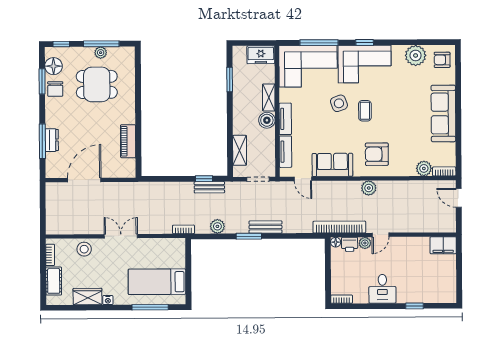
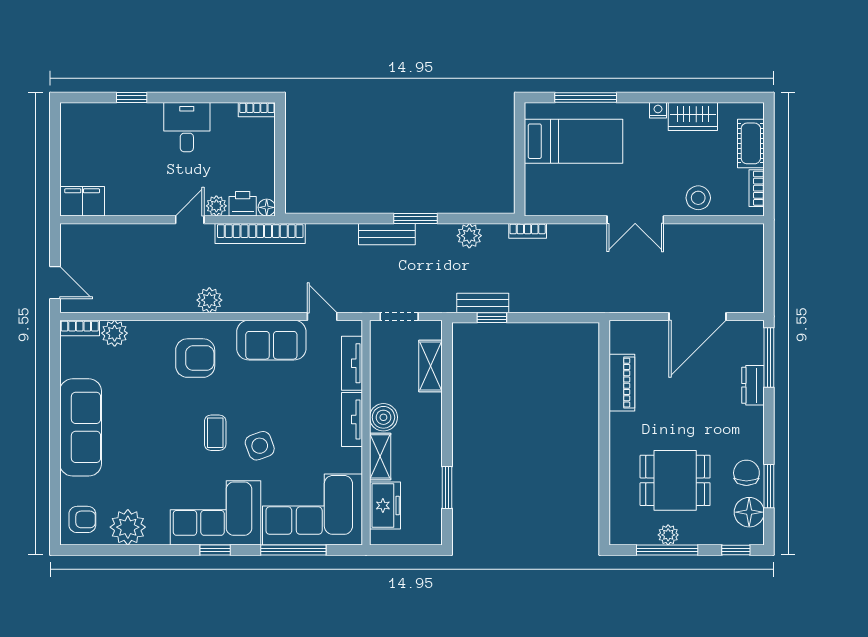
freezer: (261, 55) -> (385, 505), moved, turned 90
window: (42, 141) -> (769, 357), moved

